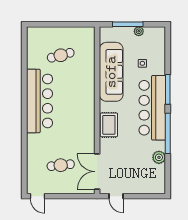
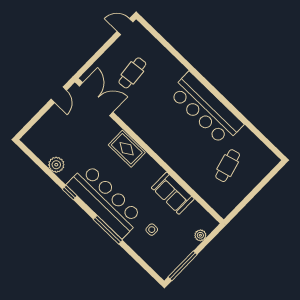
window: (128, 24) -> (183, 266), moved
plant: (139, 31) -> (200, 235), moved
sofa: (111, 72) -> (173, 193), width x0.54, depth x0.79
window: (168, 133) -> (70, 193), width x0.32
door: (116, 196) -> (59, 95), swing flipped

